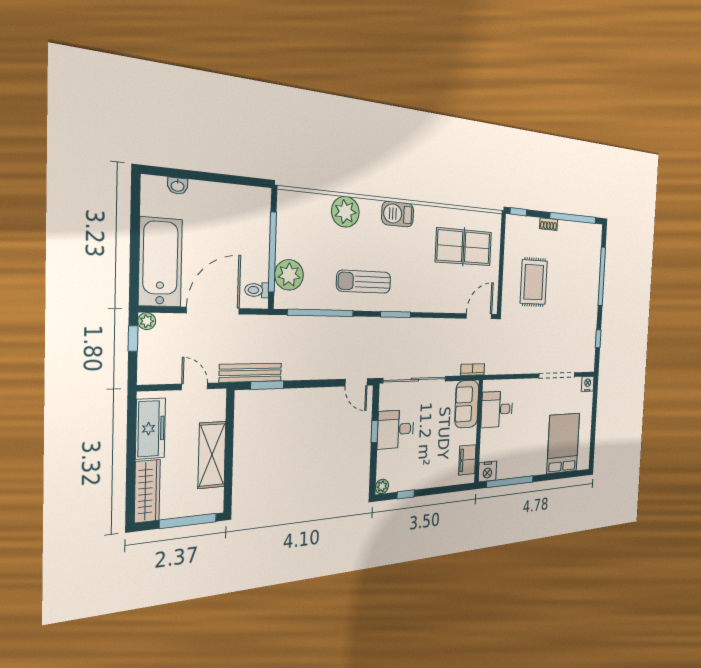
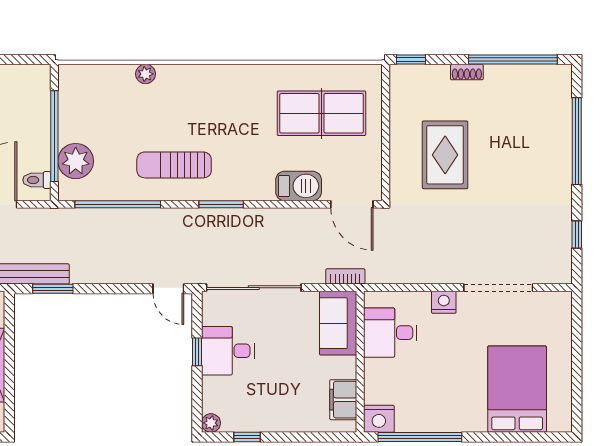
plant: (345, 212) -> (146, 74), width x0.53, depth x0.53
barbecue: (398, 214) -> (299, 186), moved, turned 180
door: (479, 316) -> (352, 204), swing flipped
nightstand: (588, 384) -> (444, 302), moved

